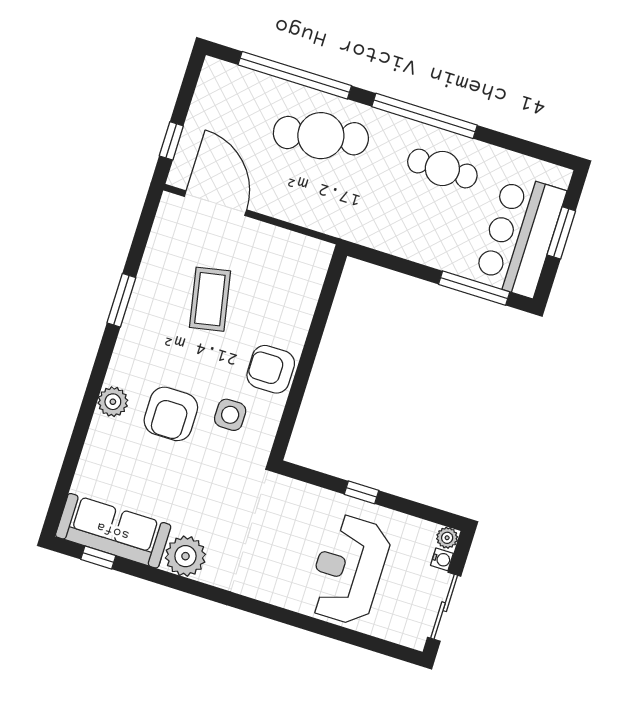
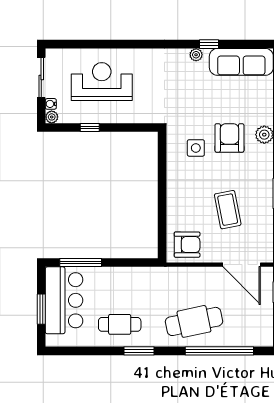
window: (425, 116) -> (139, 351), width x0.47
armchair: (271, 369) -> (187, 245), moved
window: (362, 492) -> (90, 127), moved
plant: (185, 556) -> (196, 55), width x0.53, depth x0.53
window: (98, 558) -> (209, 44), moved
reception desk: (348, 570) -> (102, 82), turned -90

